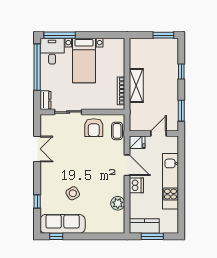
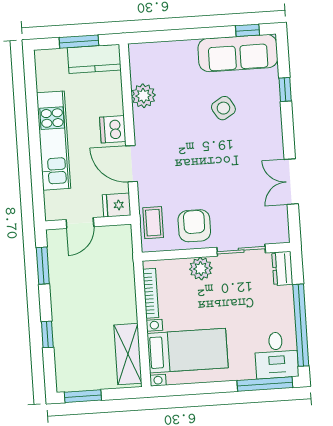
bed with nightstands: (84, 60) -> (188, 351), moved, turned 90
shelving: (136, 86) -> (128, 354), moved
plant: (92, 103) -> (201, 269), added

